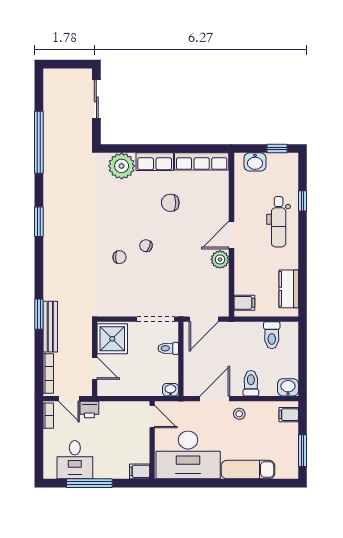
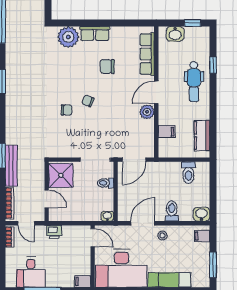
row of seats: (202, 161) -> (147, 54), moved, turned 90
filing cabinet: (244, 303) -> (167, 132), moved
printer: (89, 409) -> (54, 232), moved

